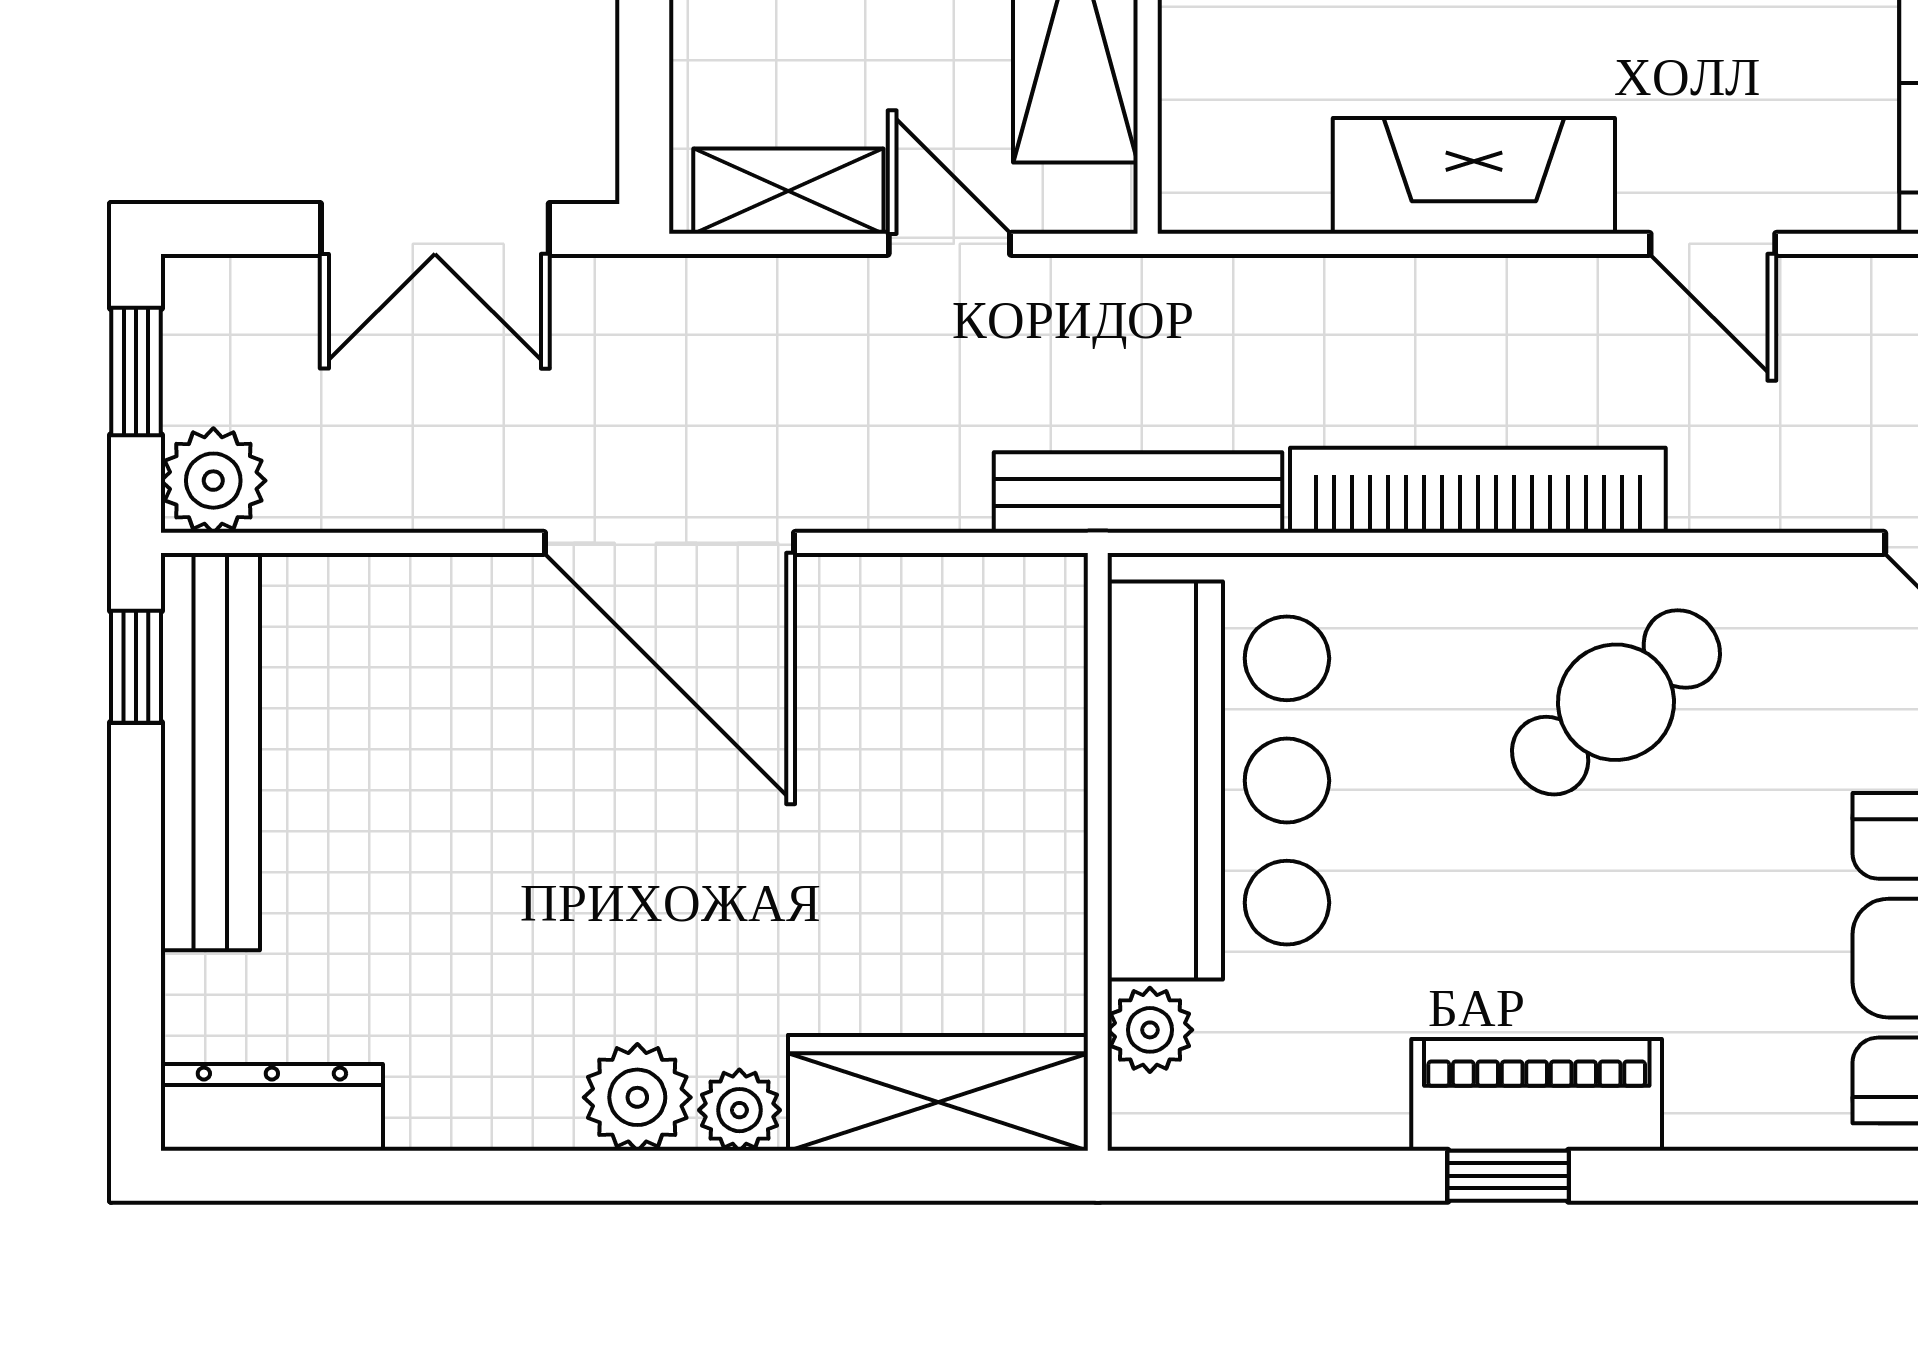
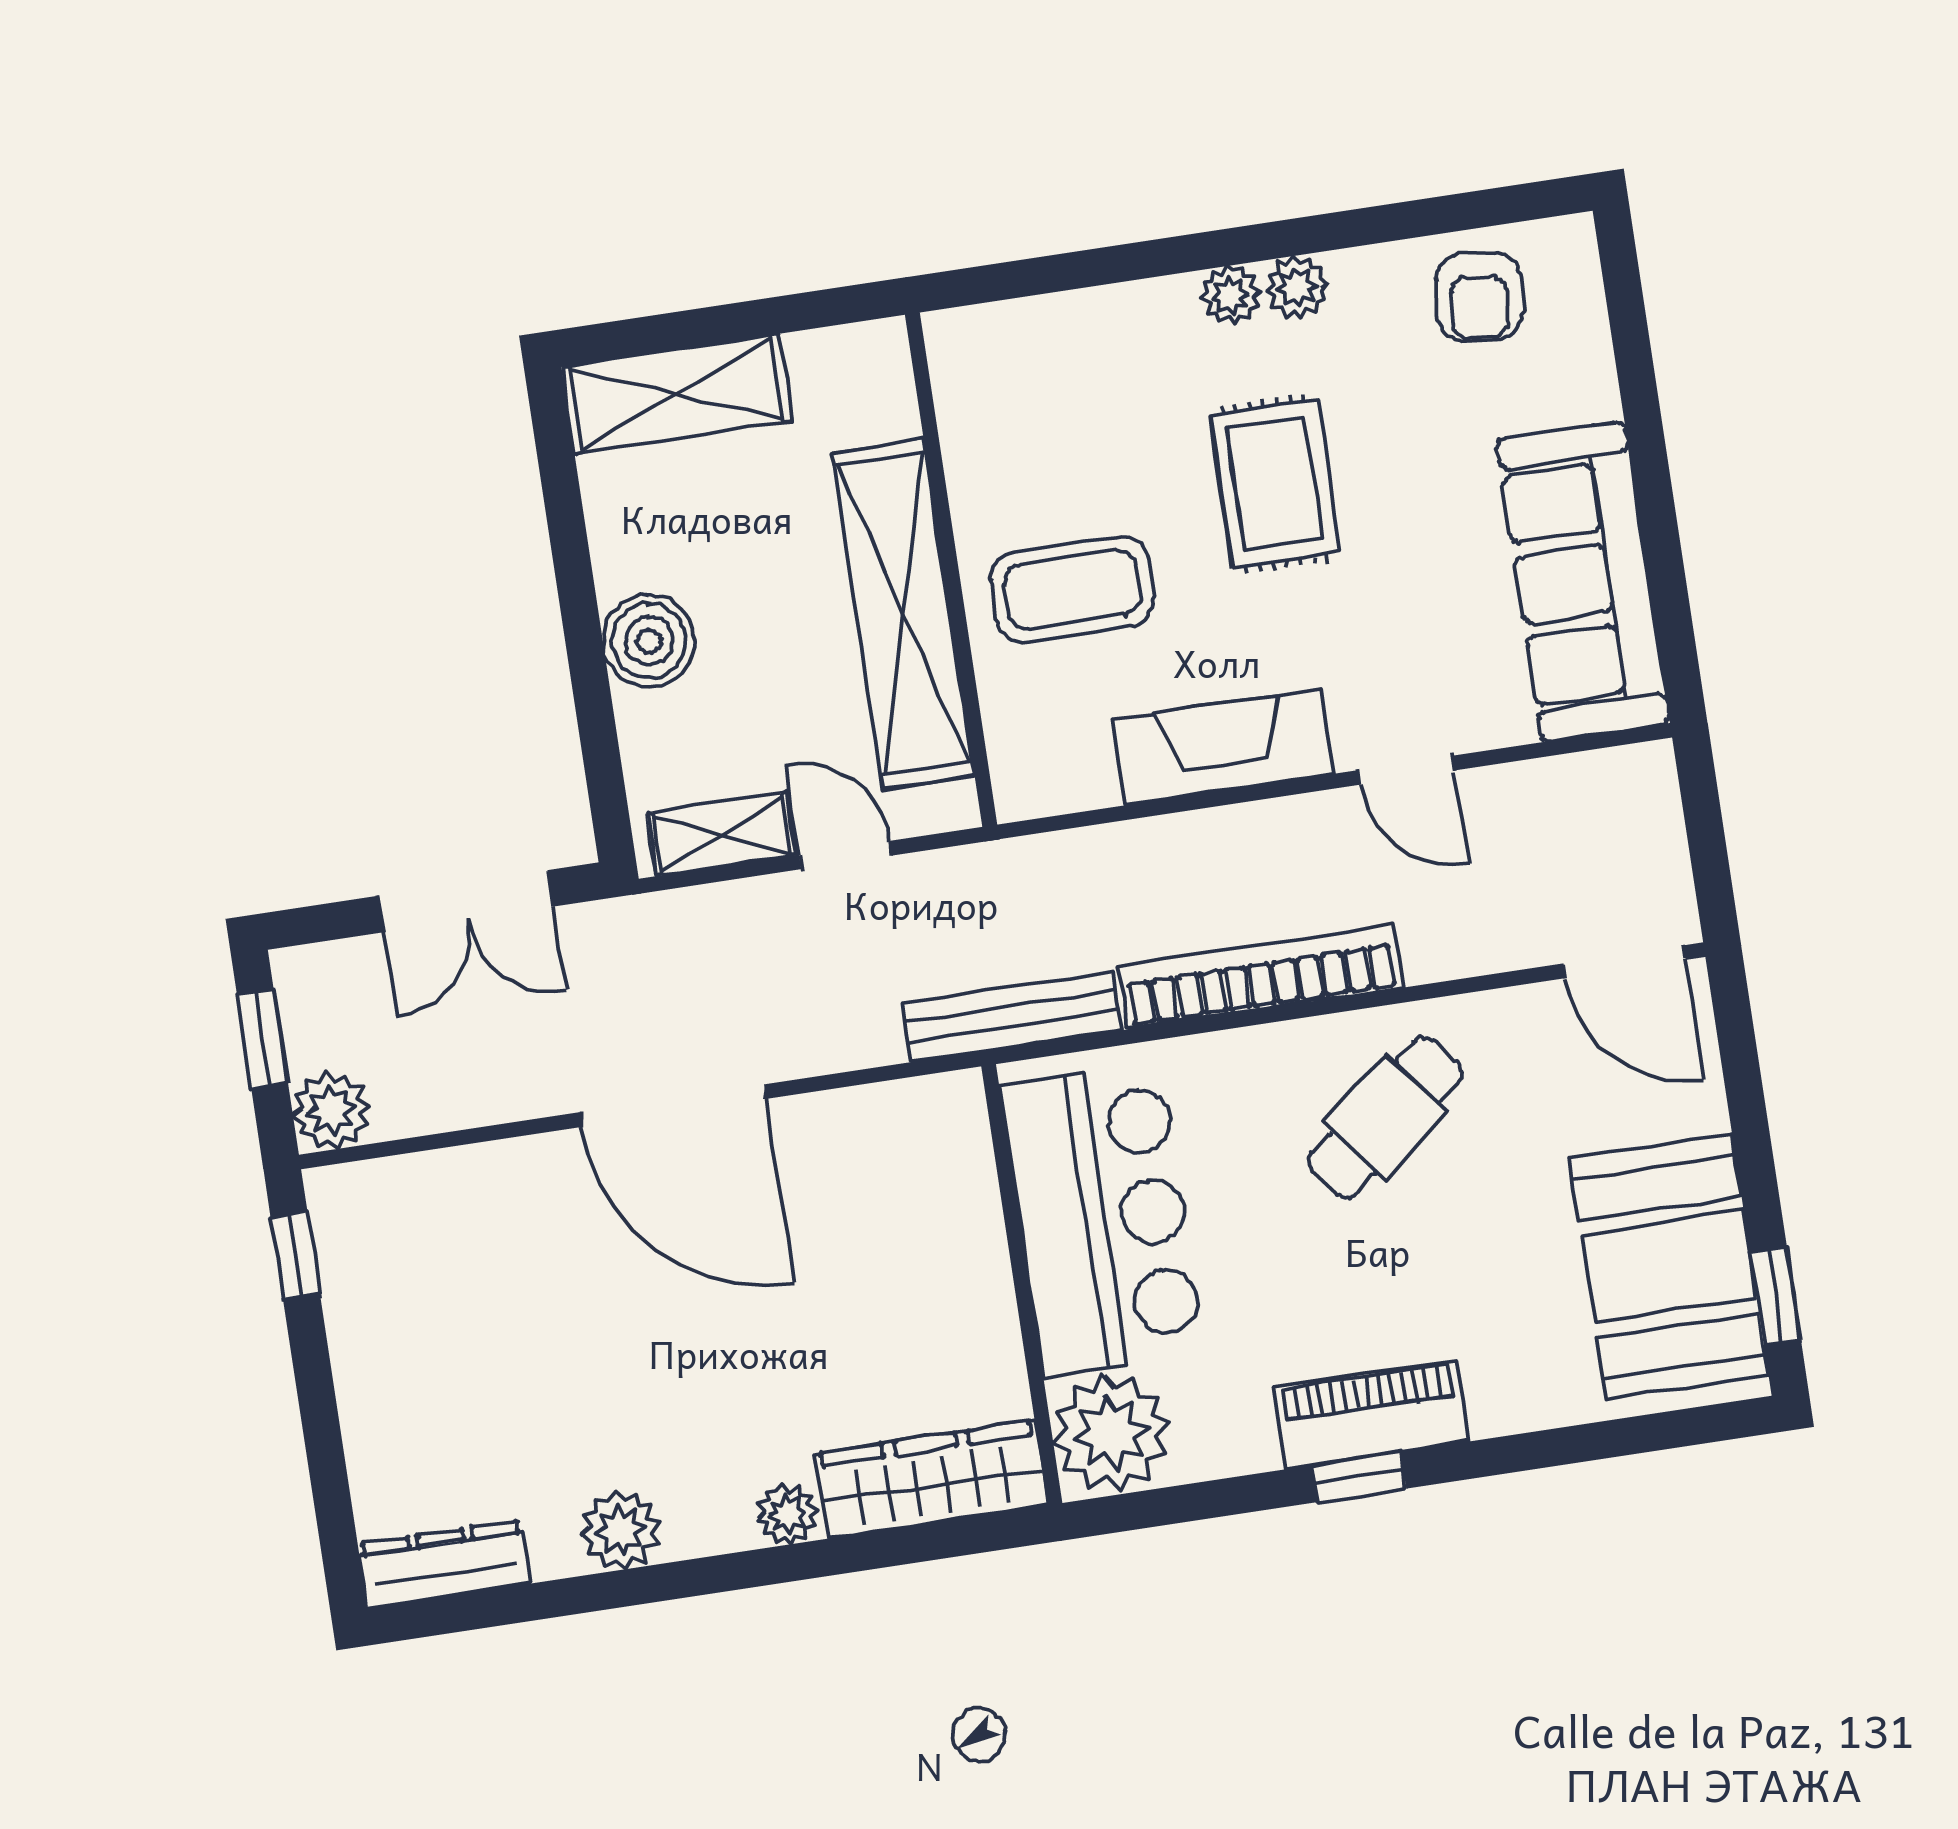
bench: (210, 752) -> (359, 1310), removed
plant: (1150, 1030) -> (1111, 1433), width x1.88, depth x1.88
plant: (637, 1097) -> (621, 1530), moved

